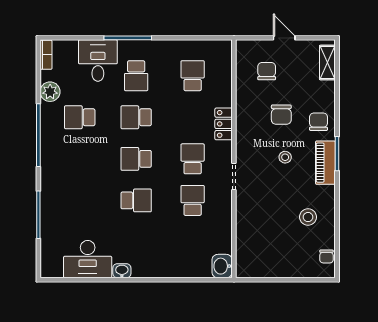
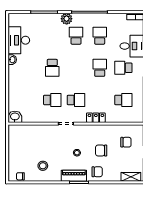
plant: (50, 92) -> (67, 19), moved
school desk: (136, 159) -> (76, 36), moved

